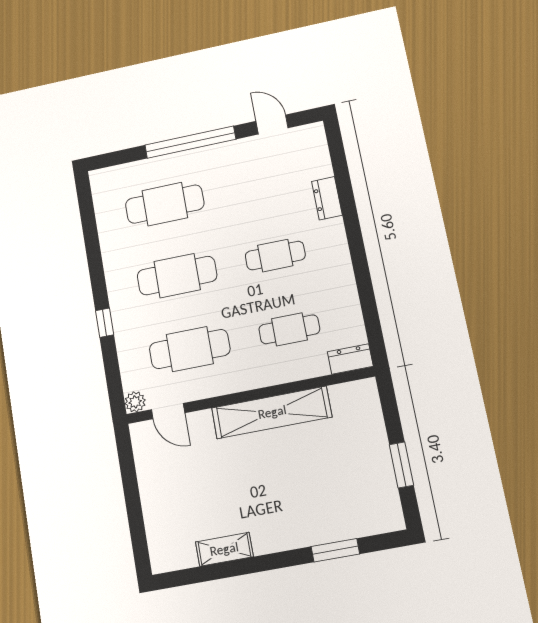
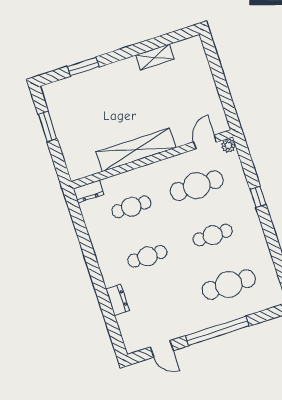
cafe table: (177, 276) -> (213, 235), width x0.73, depth x0.74
door: (168, 411) -> (205, 142), hinge flipped

